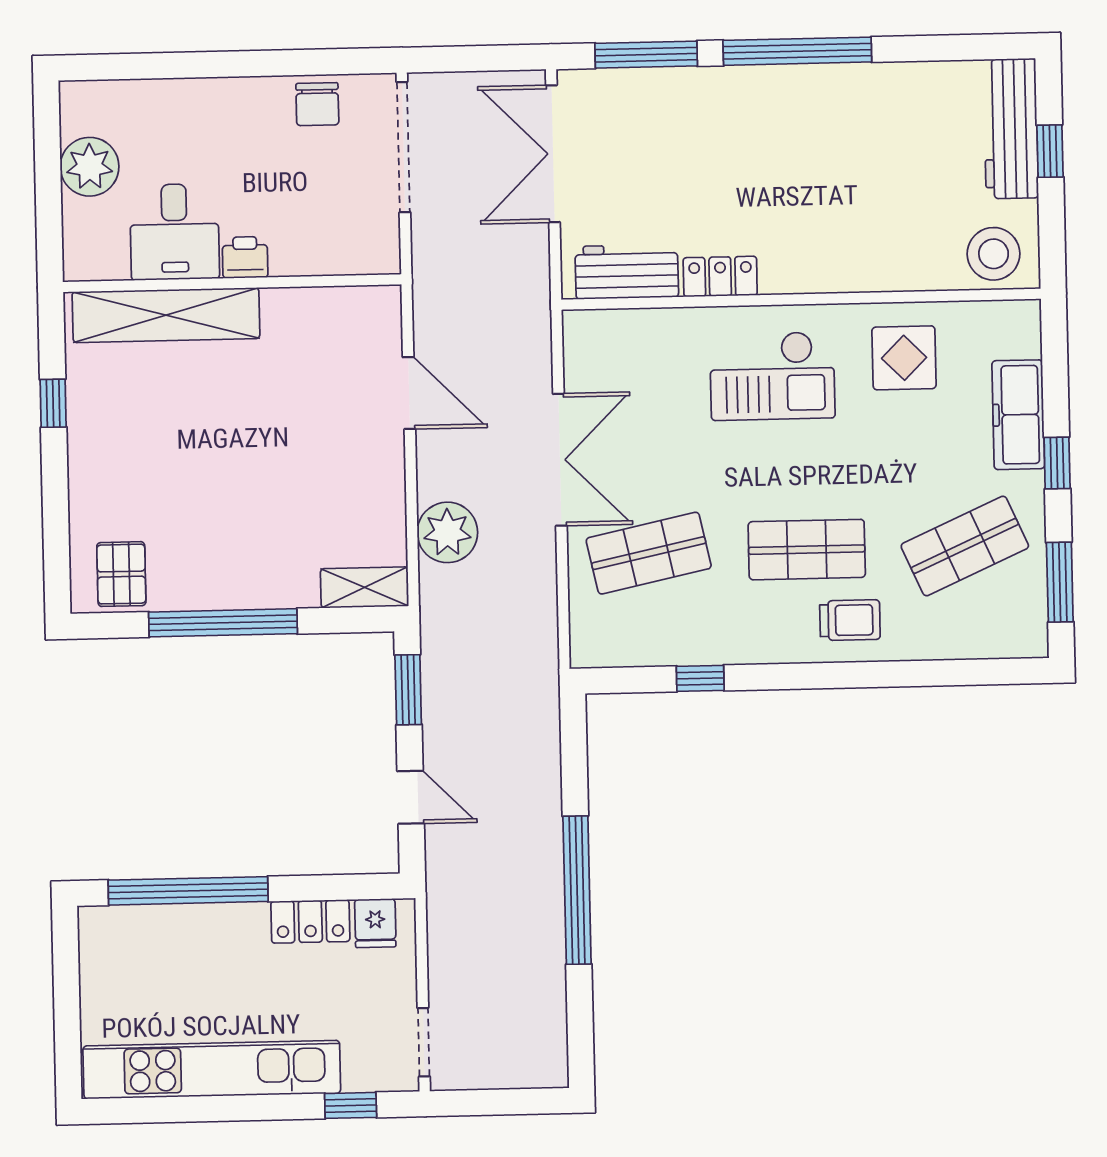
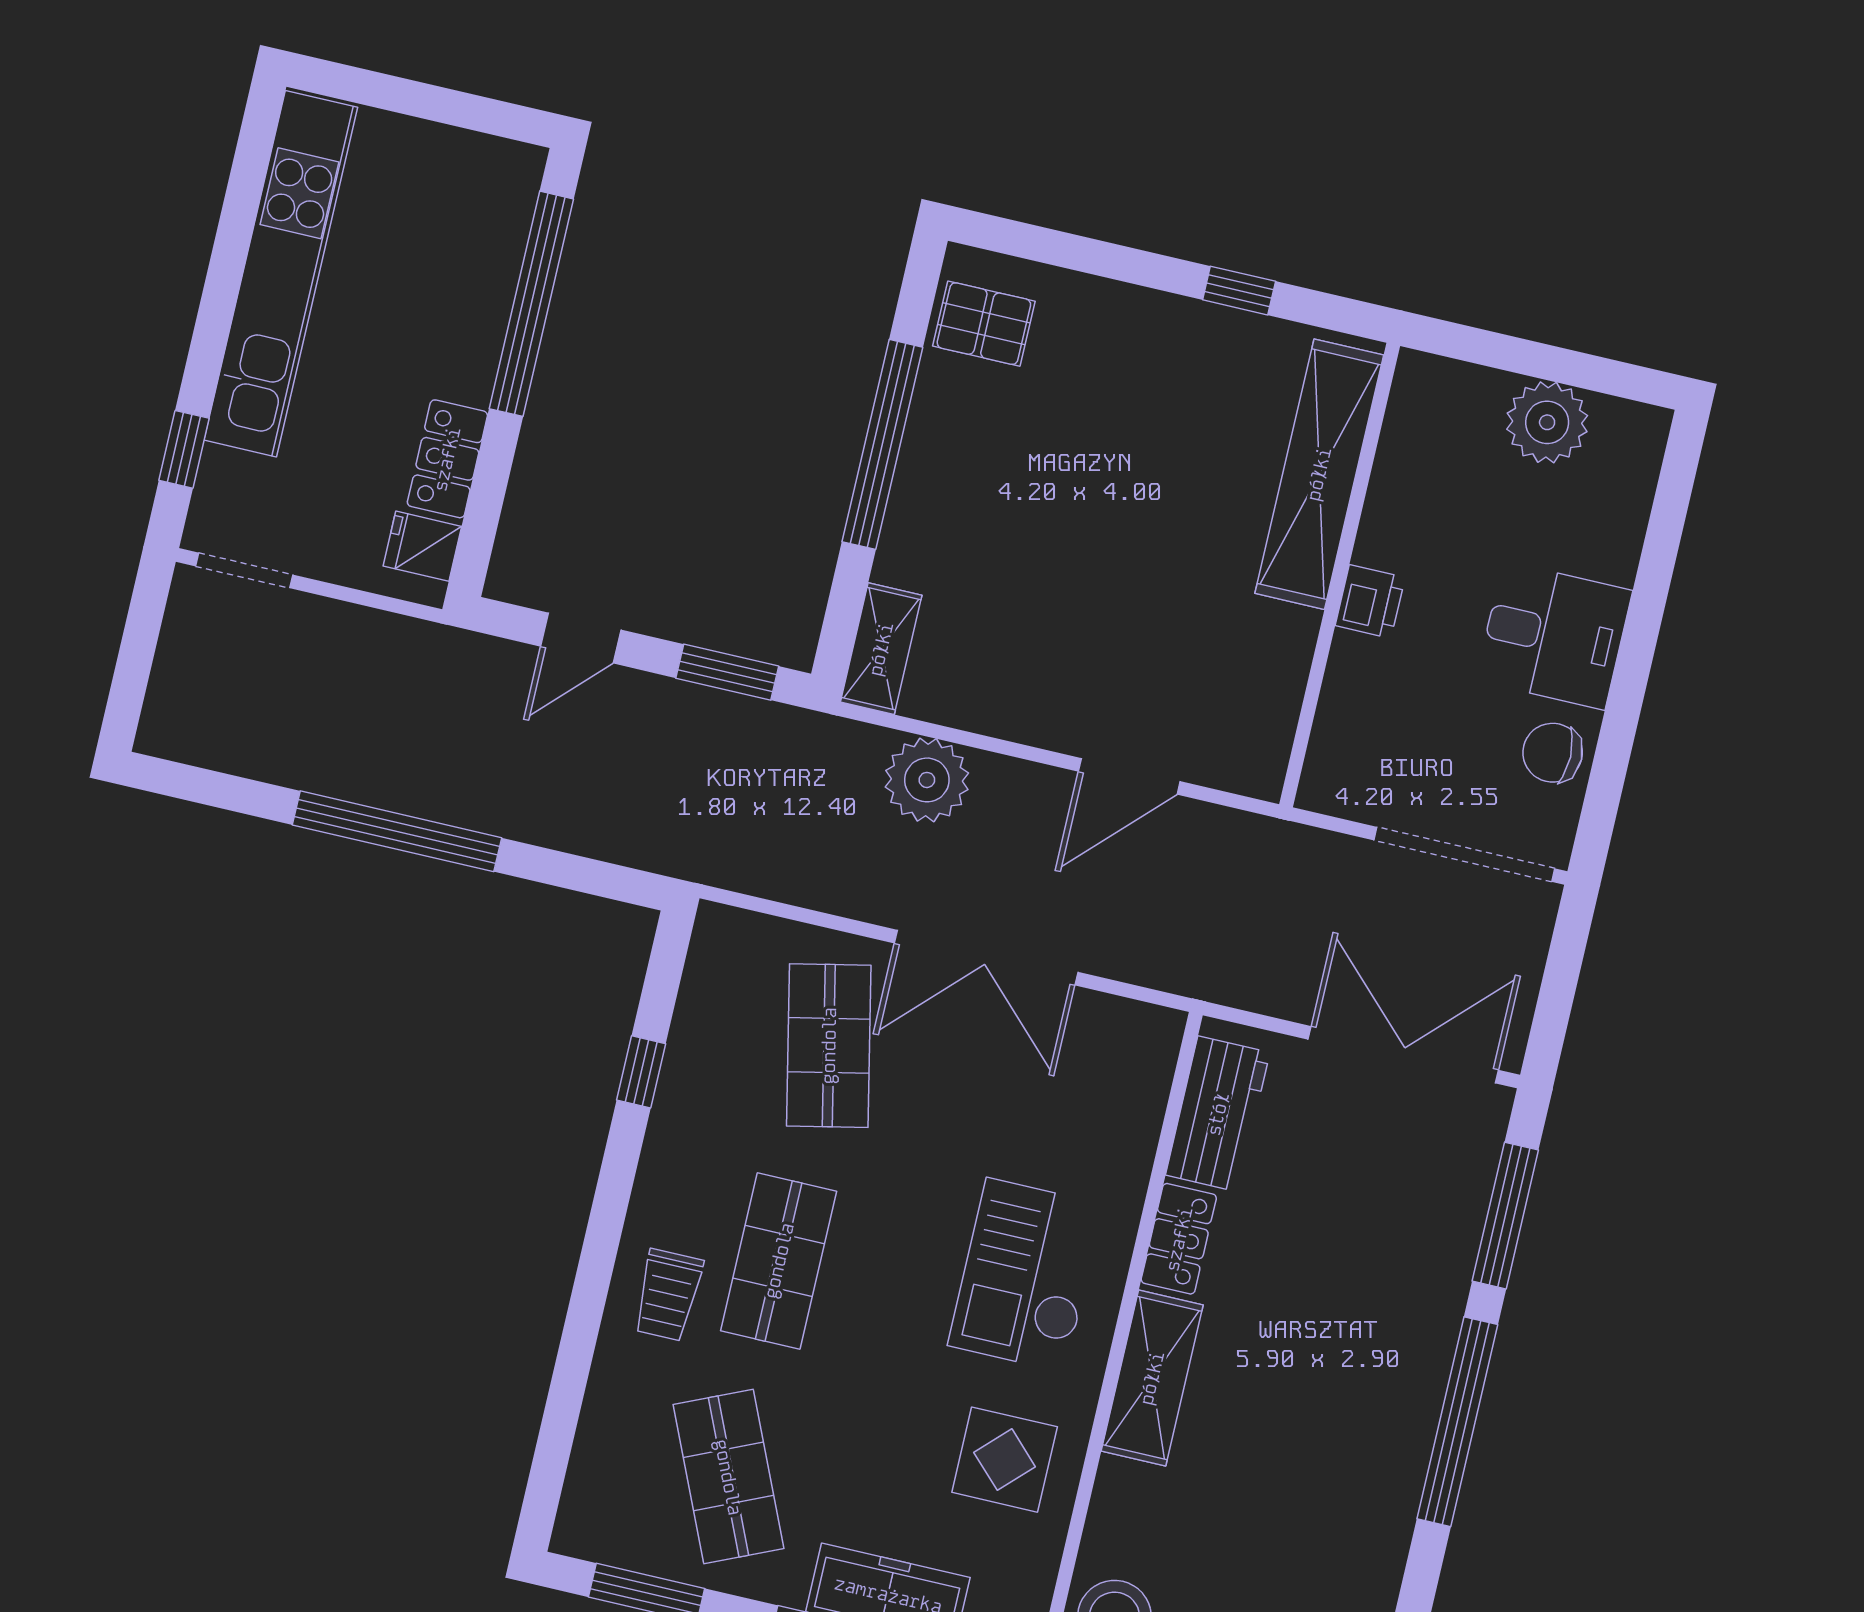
desk: (174, 232) -> (1554, 635), moved, turned 180
shelving: (821, 270) -> (1152, 1378), added

